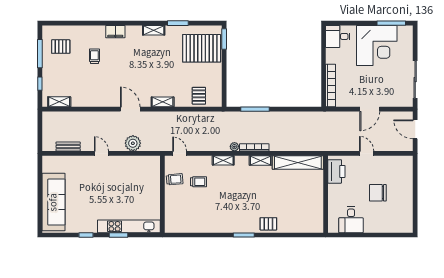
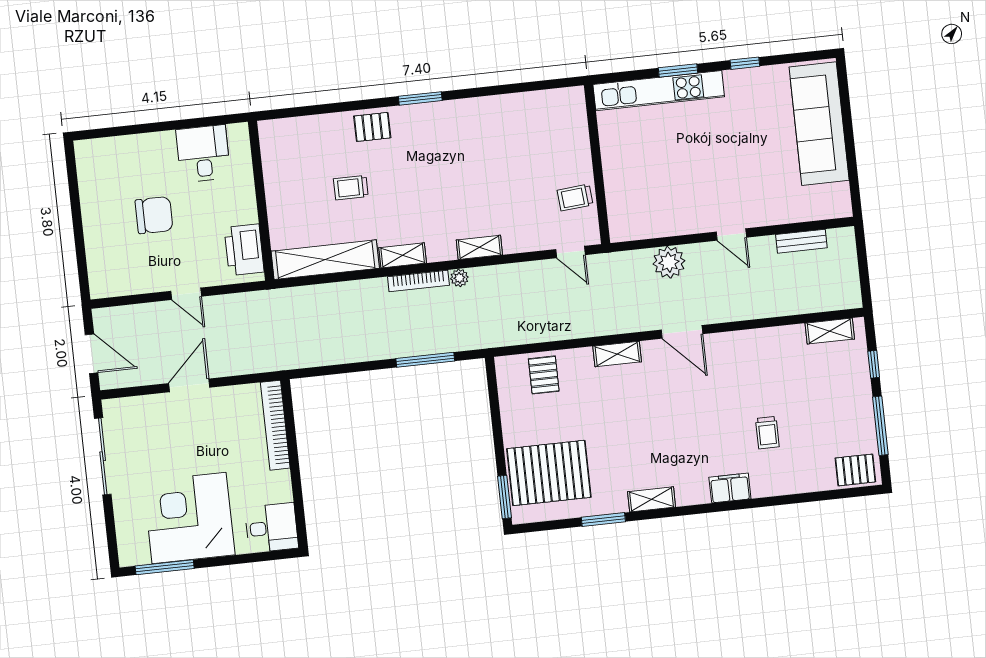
pallet: (61, 47) -> (855, 470), moved
trolley: (199, 182) -> (351, 188), moved

